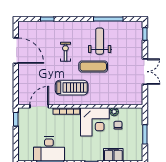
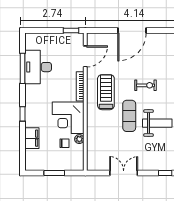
door: (16, 51) -> (132, 30), moved
double door: (145, 72) -> (124, 173), swing flipped
treadmill: (72, 88) -> (106, 92), turned 180
door: (39, 106) -> (85, 56), hinge flipped

